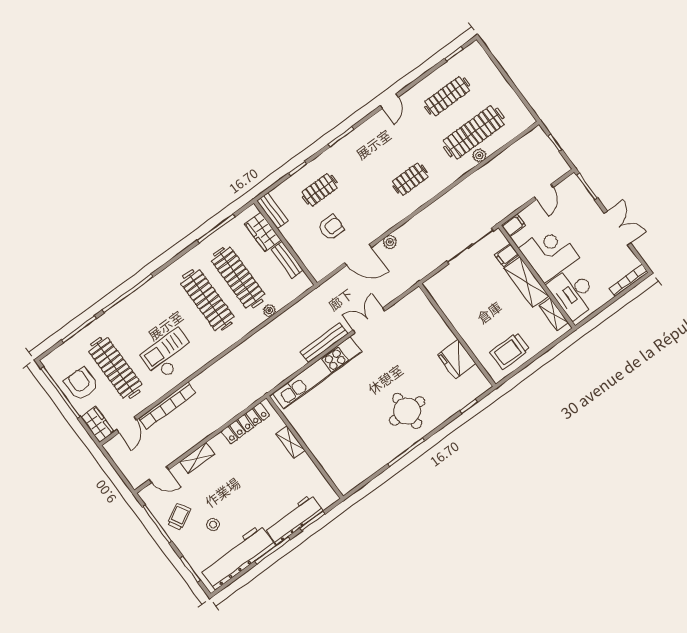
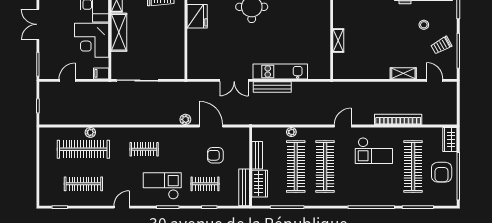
checkout: (363, 155) -> (162, 186), added
bench: (272, 211) -> (244, 187), width x1.36
filing cabinet: (507, 255) -> (119, 58), removed
kitchen unit: (317, 373) -> (280, 71), width x0.73
locker: (246, 423) -> (358, 73), removed
door: (127, 425) -> (343, 126), moved

